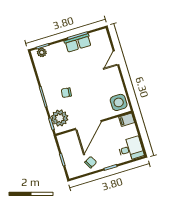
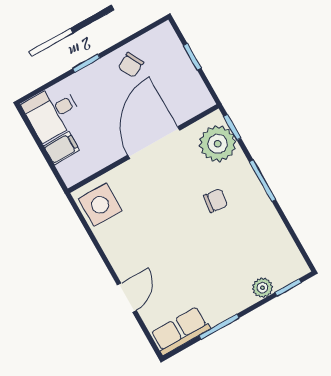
row of seats: (78, 43) -> (180, 331), moved
plant: (42, 52) -> (263, 288), moved
filing cabinet: (127, 120) -> (62, 148), moved

